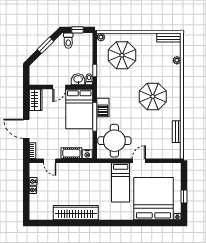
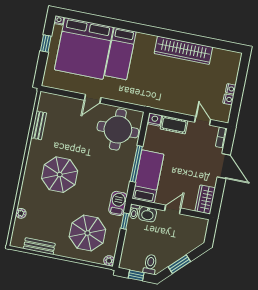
bench: (169, 38) -> (39, 246), moved
barbecue: (103, 107) -> (118, 203), moved
bed: (79, 109) -> (148, 176), width x0.67
bed: (121, 182) -> (120, 54), moved, turned 180

